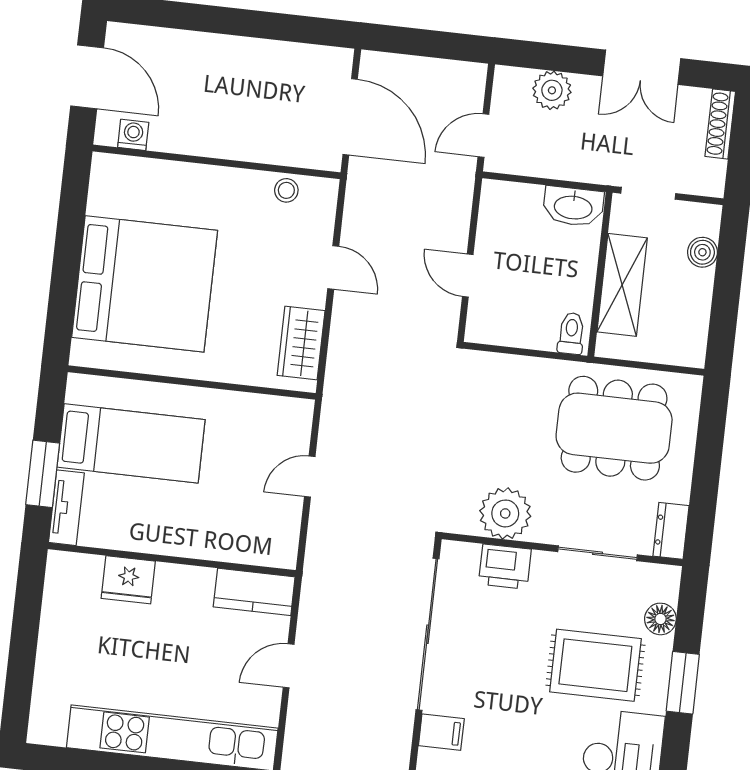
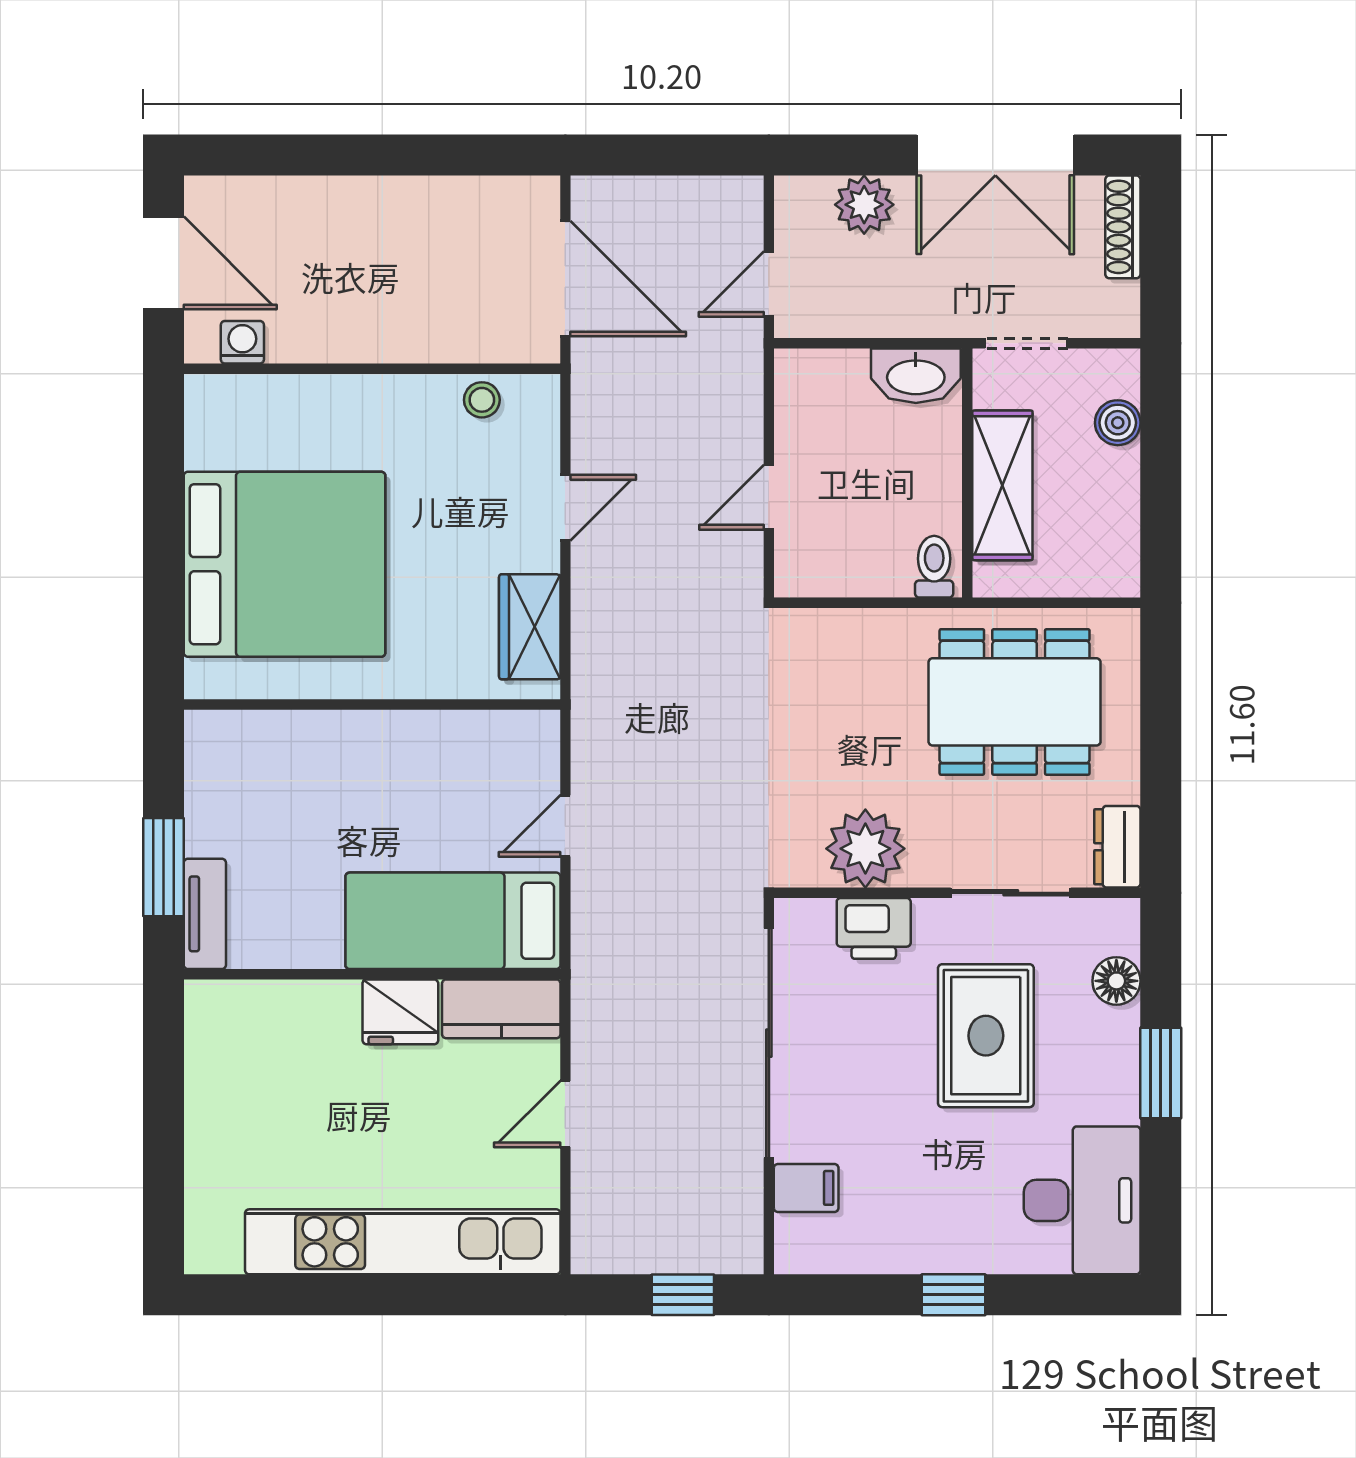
double door: (642, 67) -> (995, 155), width x1.37
door: (333, 267) -> (565, 508), hinge flipped
door: (468, 276) -> (769, 497), hinge flipped
bed: (131, 443) -> (453, 921), moved, turned 180
fridge: (128, 580) -> (400, 1012), moved
rug: (595, 665) -> (986, 1036), moved, turned 90

